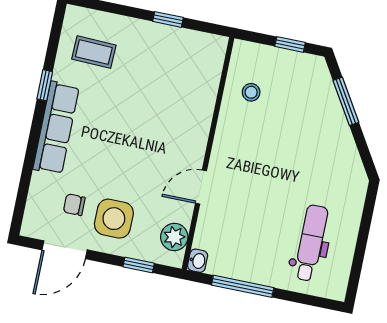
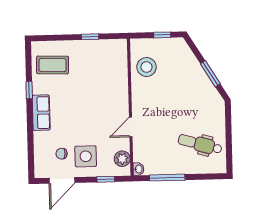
coffee table: (94, 52) -> (53, 65), width x1.36, depth x1.30
stool: (251, 92) -> (147, 67), width x1.89, depth x1.89
window: (346, 101) -> (210, 74), moved
row of seats: (56, 128) -> (41, 113), width x0.68
dental chair: (311, 243) -> (200, 144), turned -74

